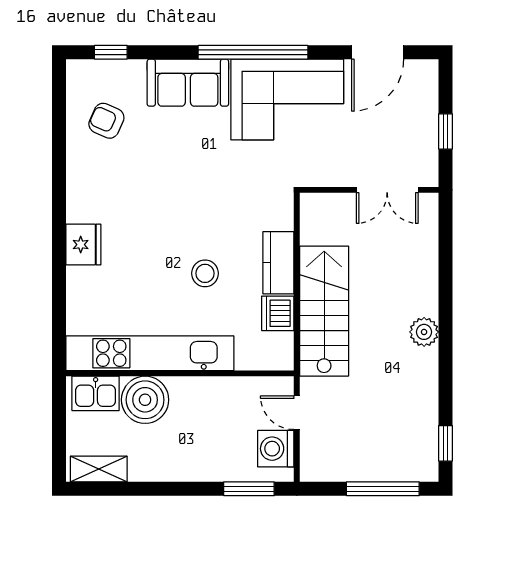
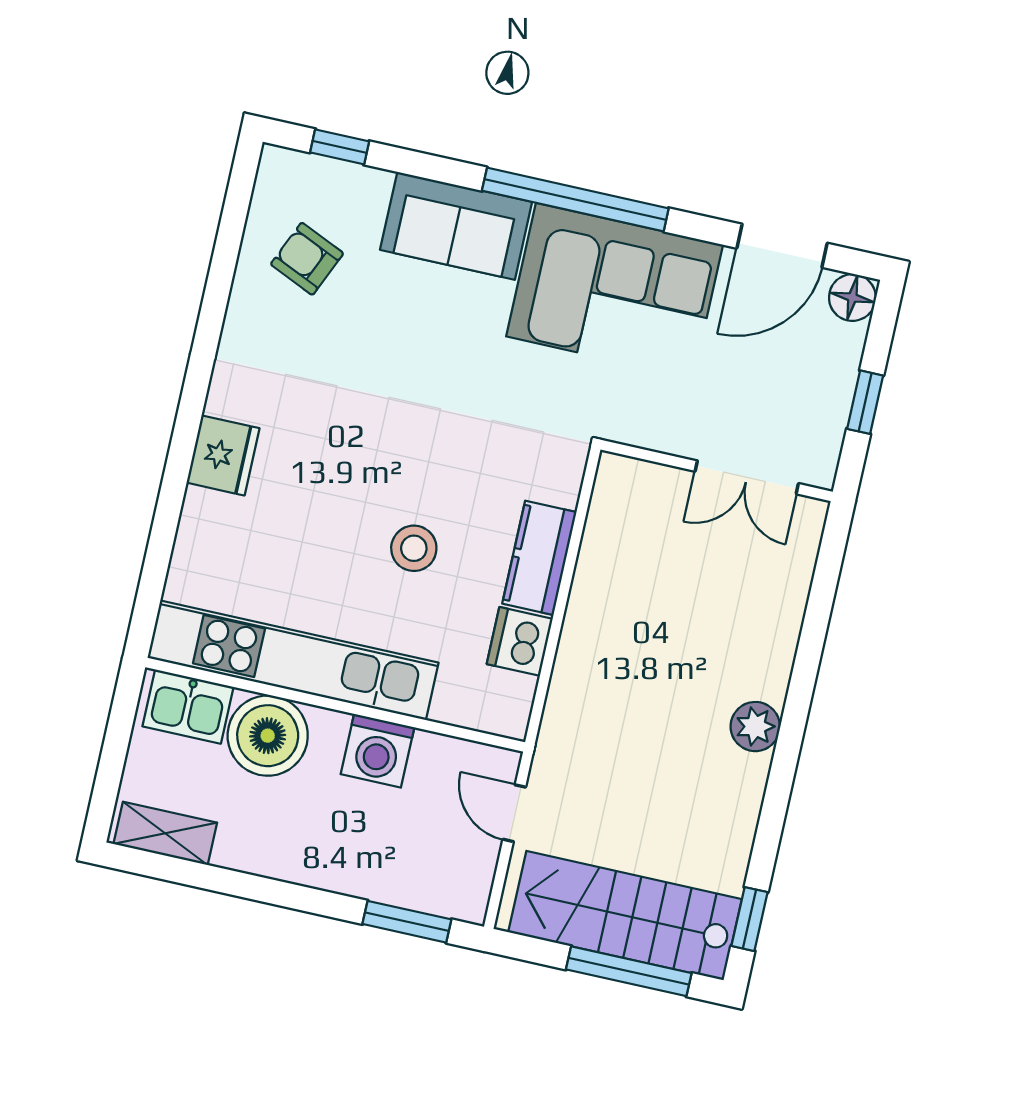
floor lamp: (425, 73) -> (852, 298), added
stairs: (324, 311) -> (625, 916), moved, turned -90
washing machine: (276, 449) -> (378, 751), moved, turned -90

